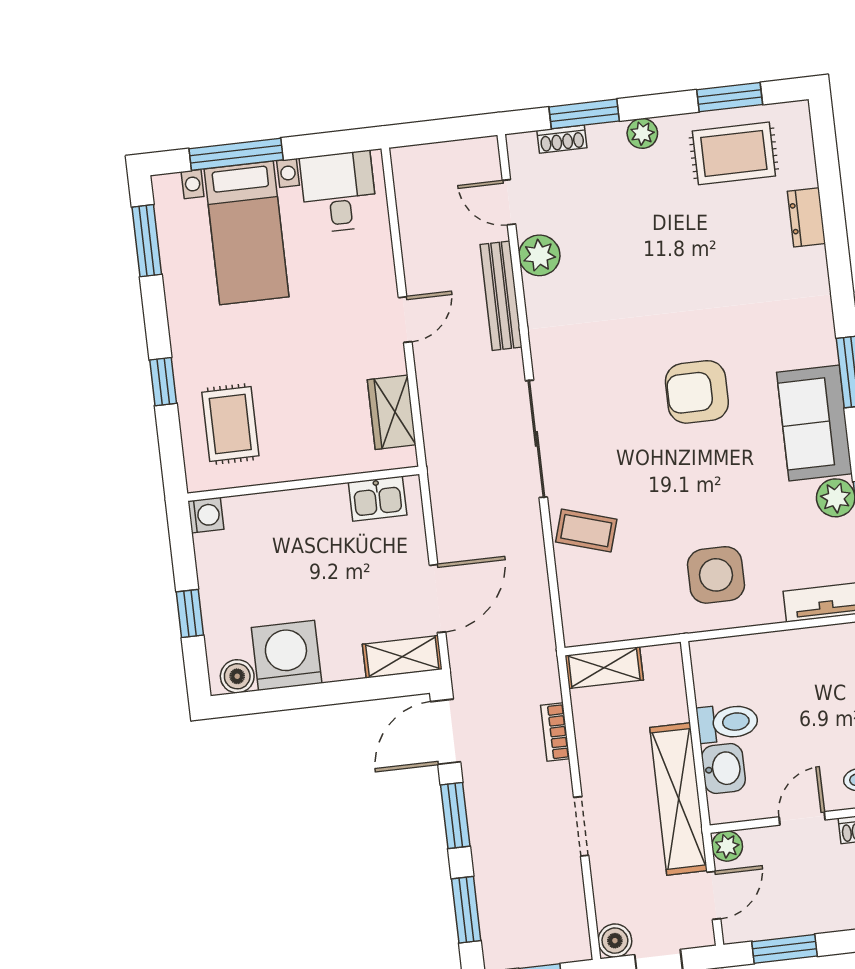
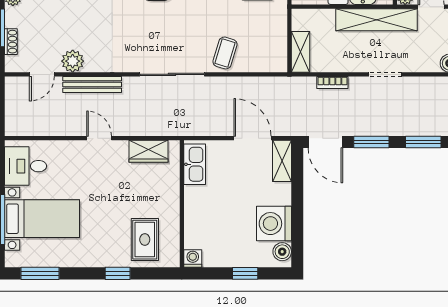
rug: (230, 424) -> (145, 240), turned 90
kitchen sink: (378, 499) -> (195, 164), width x1.38

